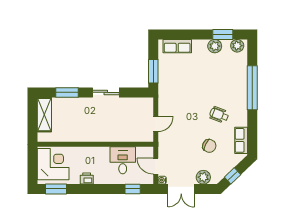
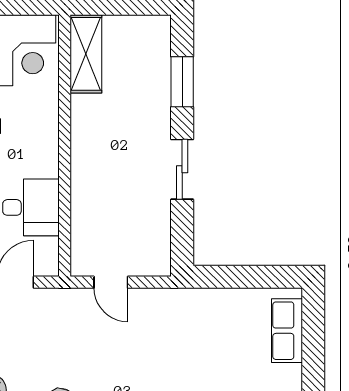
window: (153, 71) -> (230, 277), removed
shelving: (44, 115) -> (86, 54), moved, turned 90

